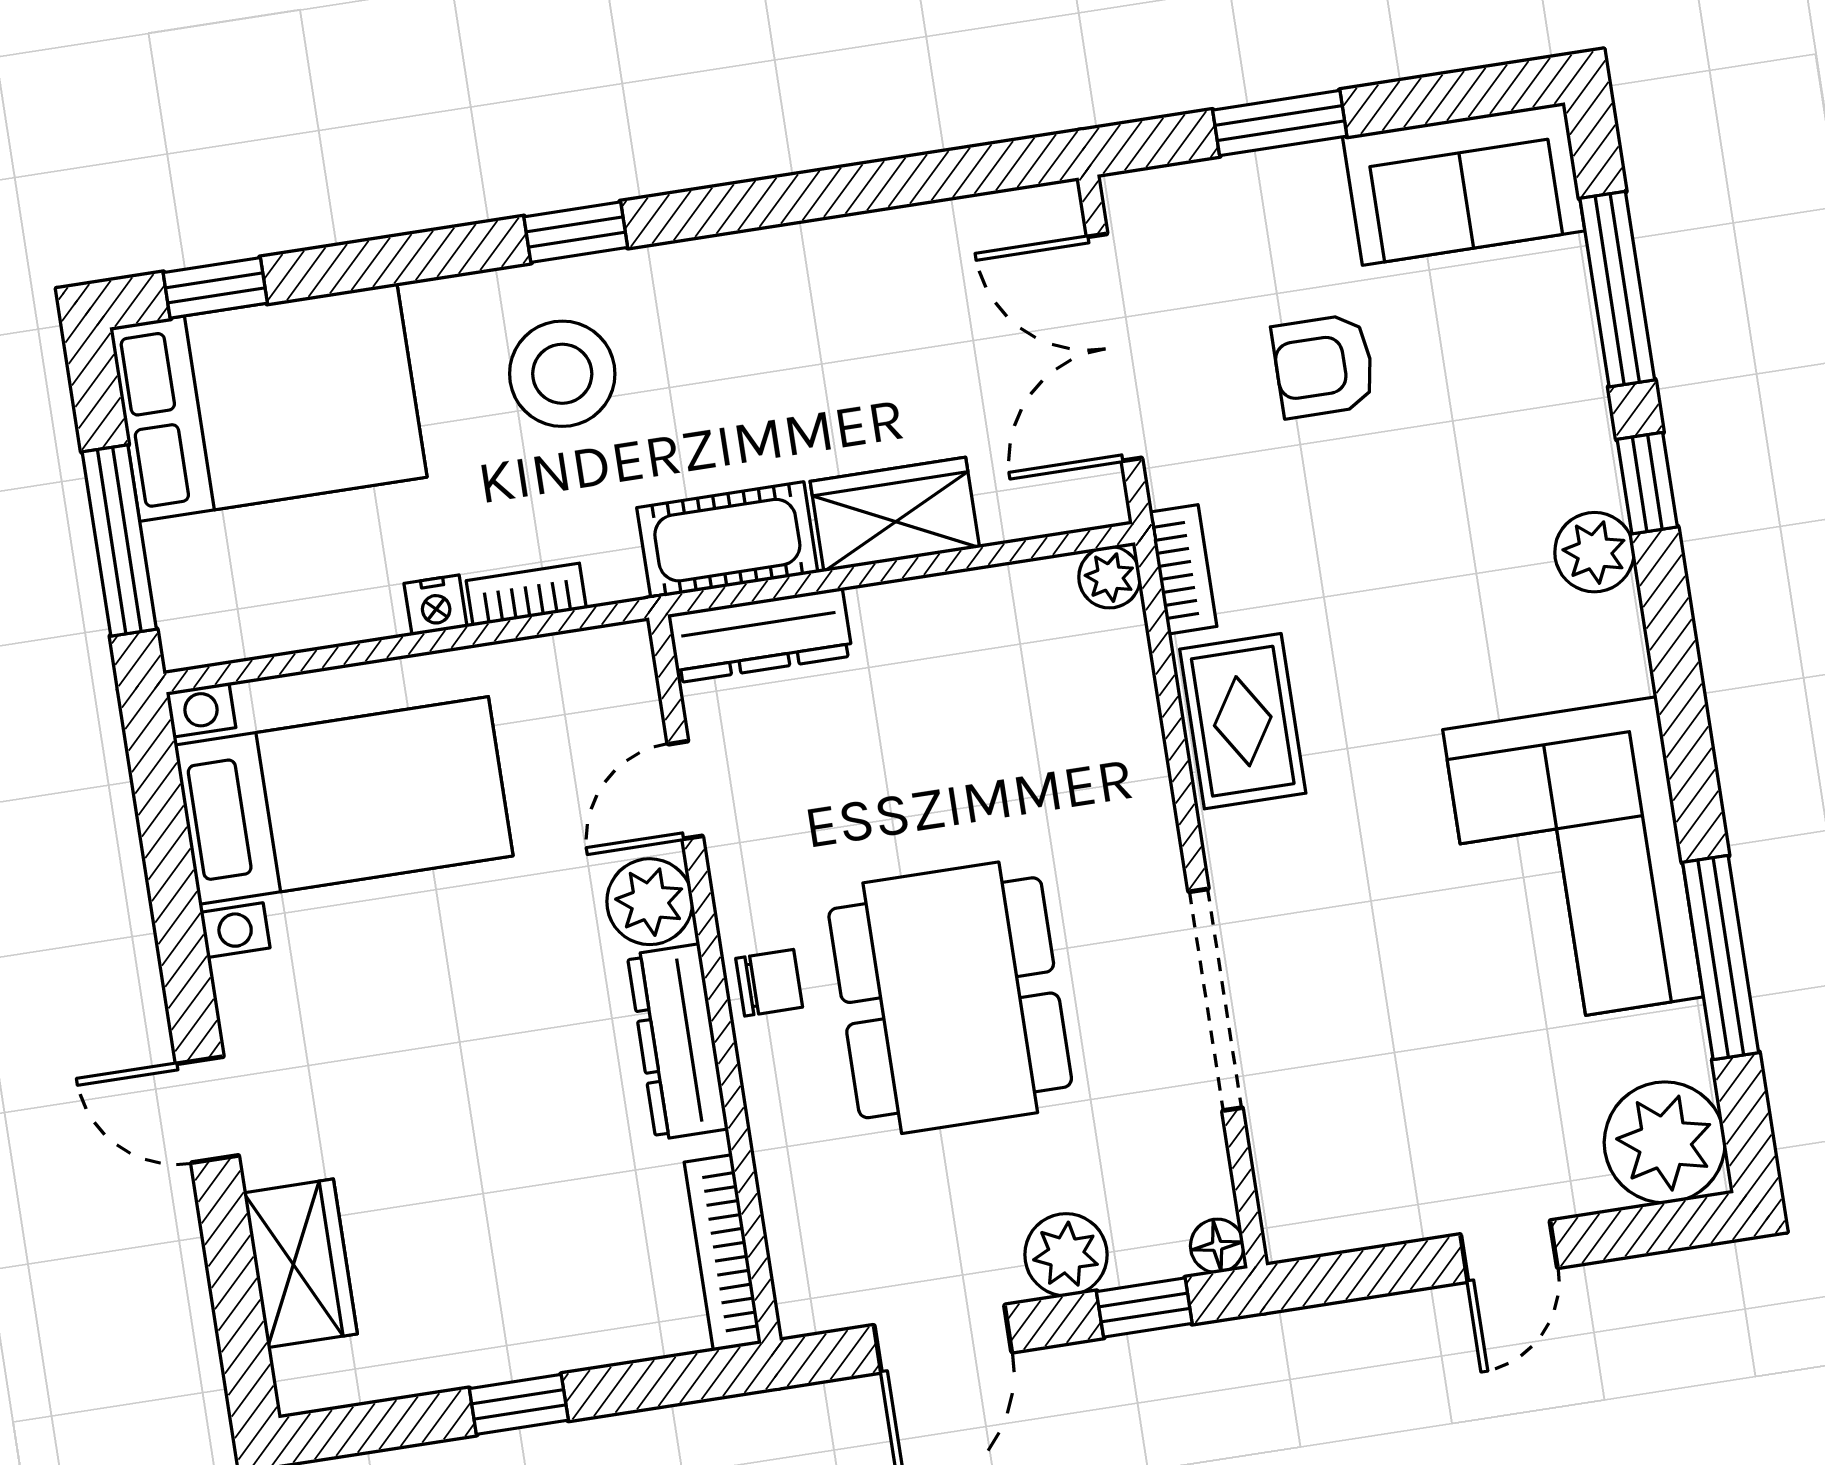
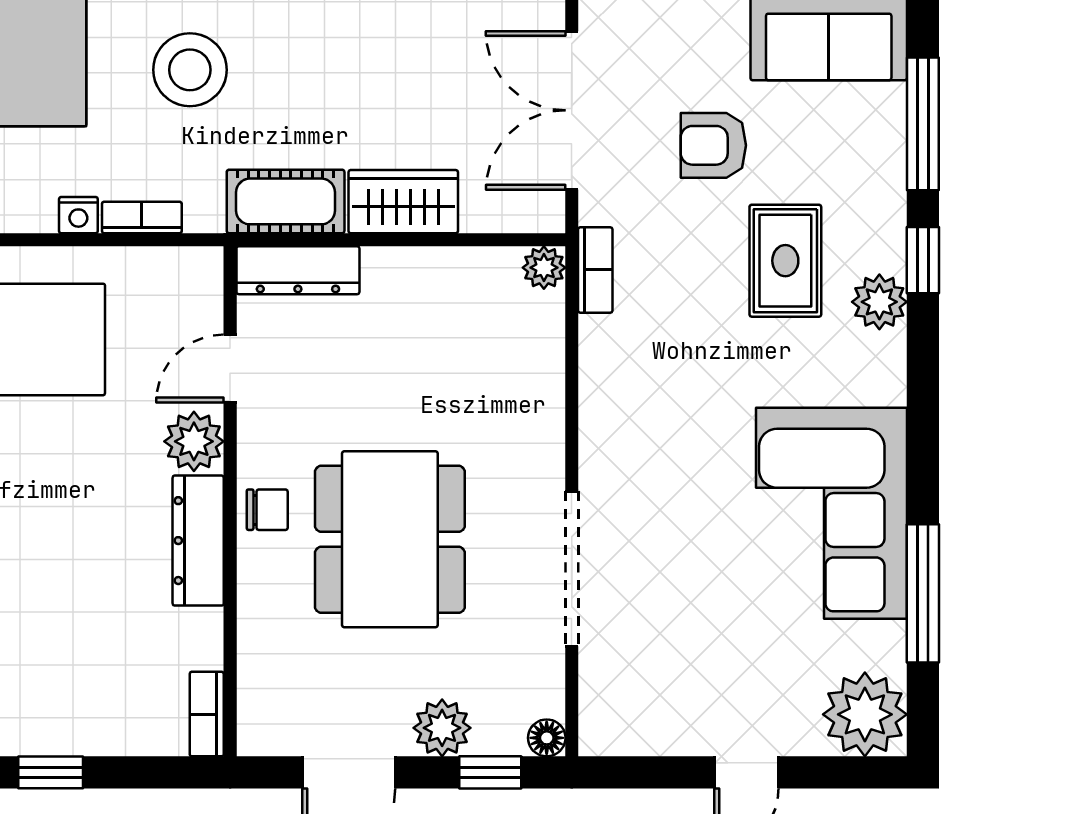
rug: (1243, 721) -> (785, 261), moved
bookcase: (723, 1253) -> (207, 714), width x0.64

